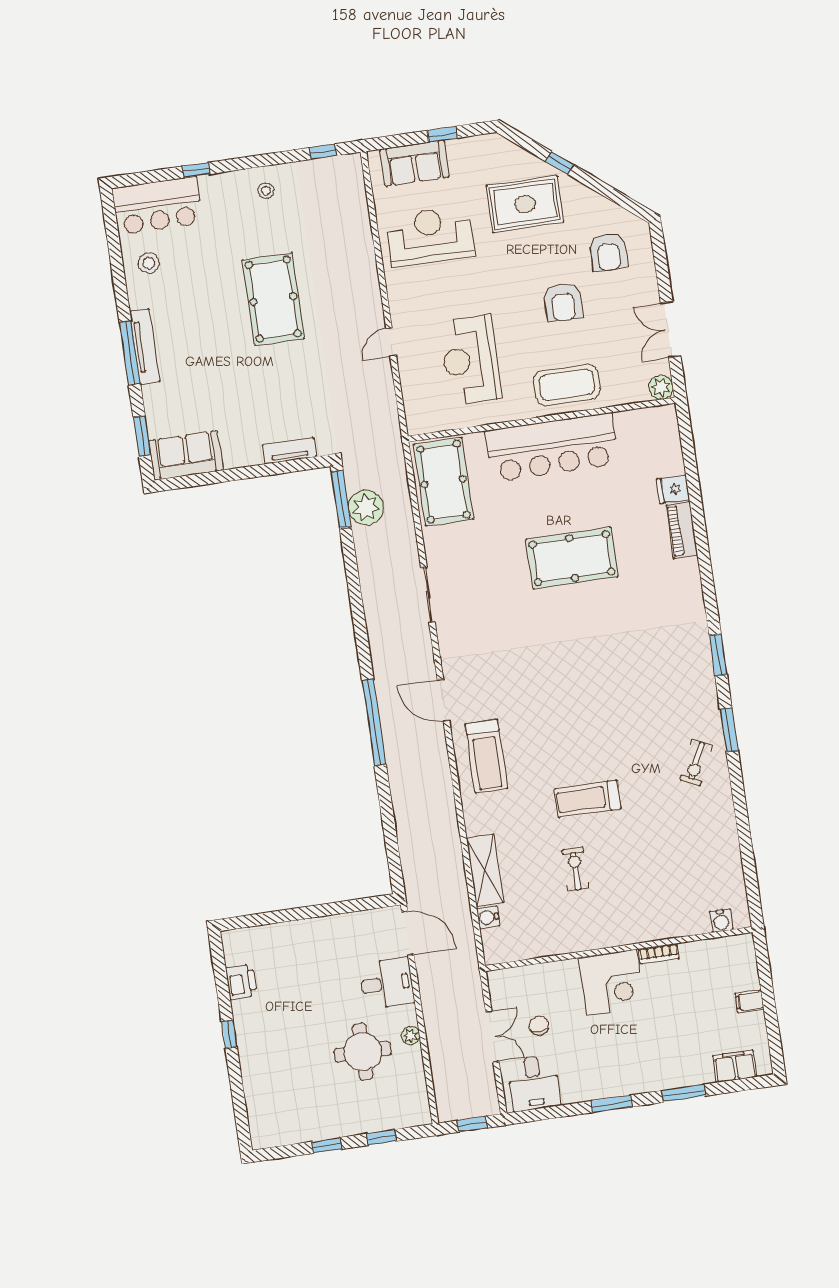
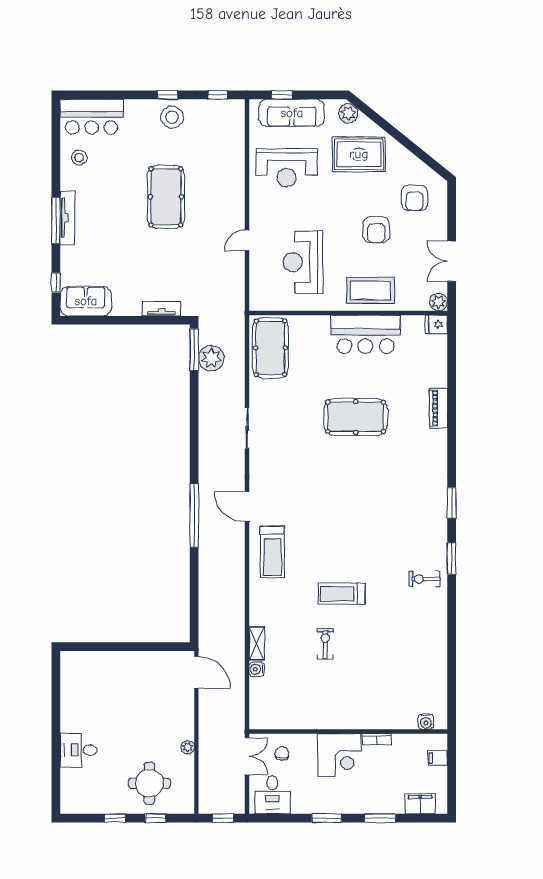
window: (442, 134) -> (282, 95), moved
plant: (503, 151) -> (348, 113), added
sofa: (415, 163) -> (292, 113), width x1.36
window: (560, 163) -> (389, 128), removed
window: (196, 170) -> (168, 95), moved
stool: (266, 191) -> (172, 117), width x1.89, depth x1.89
reception desk: (430, 236) -> (287, 168), turned 180
window: (142, 436) -> (56, 283), width x0.67
bar counter: (552, 447) -> (366, 334), width x0.73
fridge: (673, 489) -> (436, 324), moved
exercise bike: (696, 763) -> (424, 579), turned 65
shelving: (485, 870) -> (257, 643), width x0.67, depth x0.75
water cooler: (721, 921) -> (426, 722), moved
wall: (619, 949) -> (348, 731), moved
bookcase: (659, 954) -> (377, 739), moved
printer: (241, 982) -> (70, 690), removed
corner desk: (612, 982) -> (340, 755), moved
desk: (387, 984) -> (79, 750), moved, turned 180
window: (229, 1034) -> (56, 727), removed
round table: (363, 1052) -> (149, 783), moved

